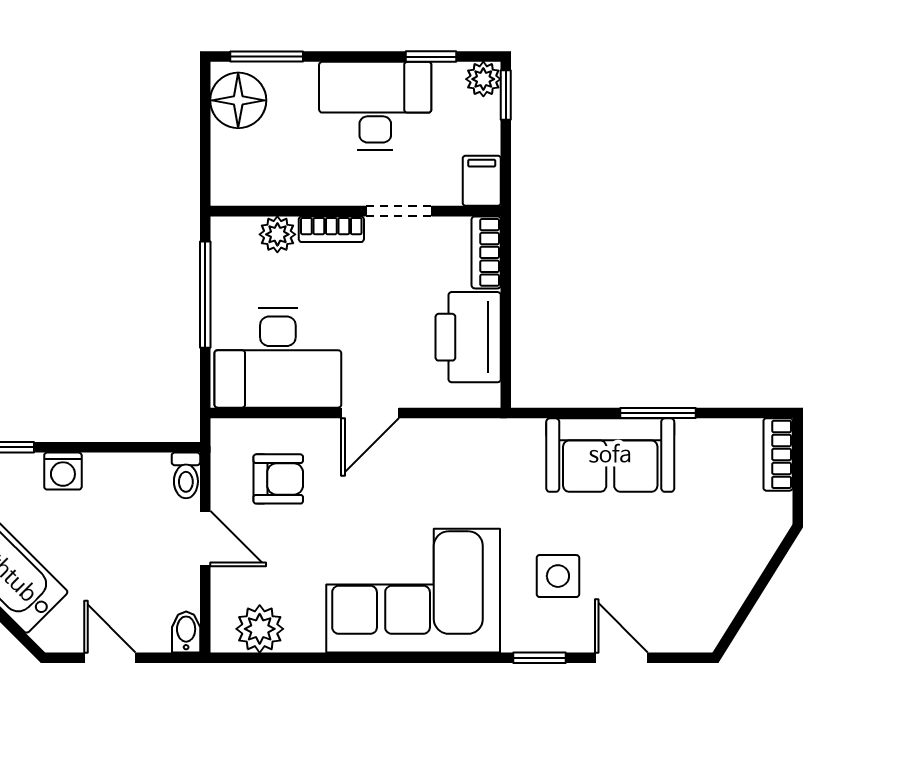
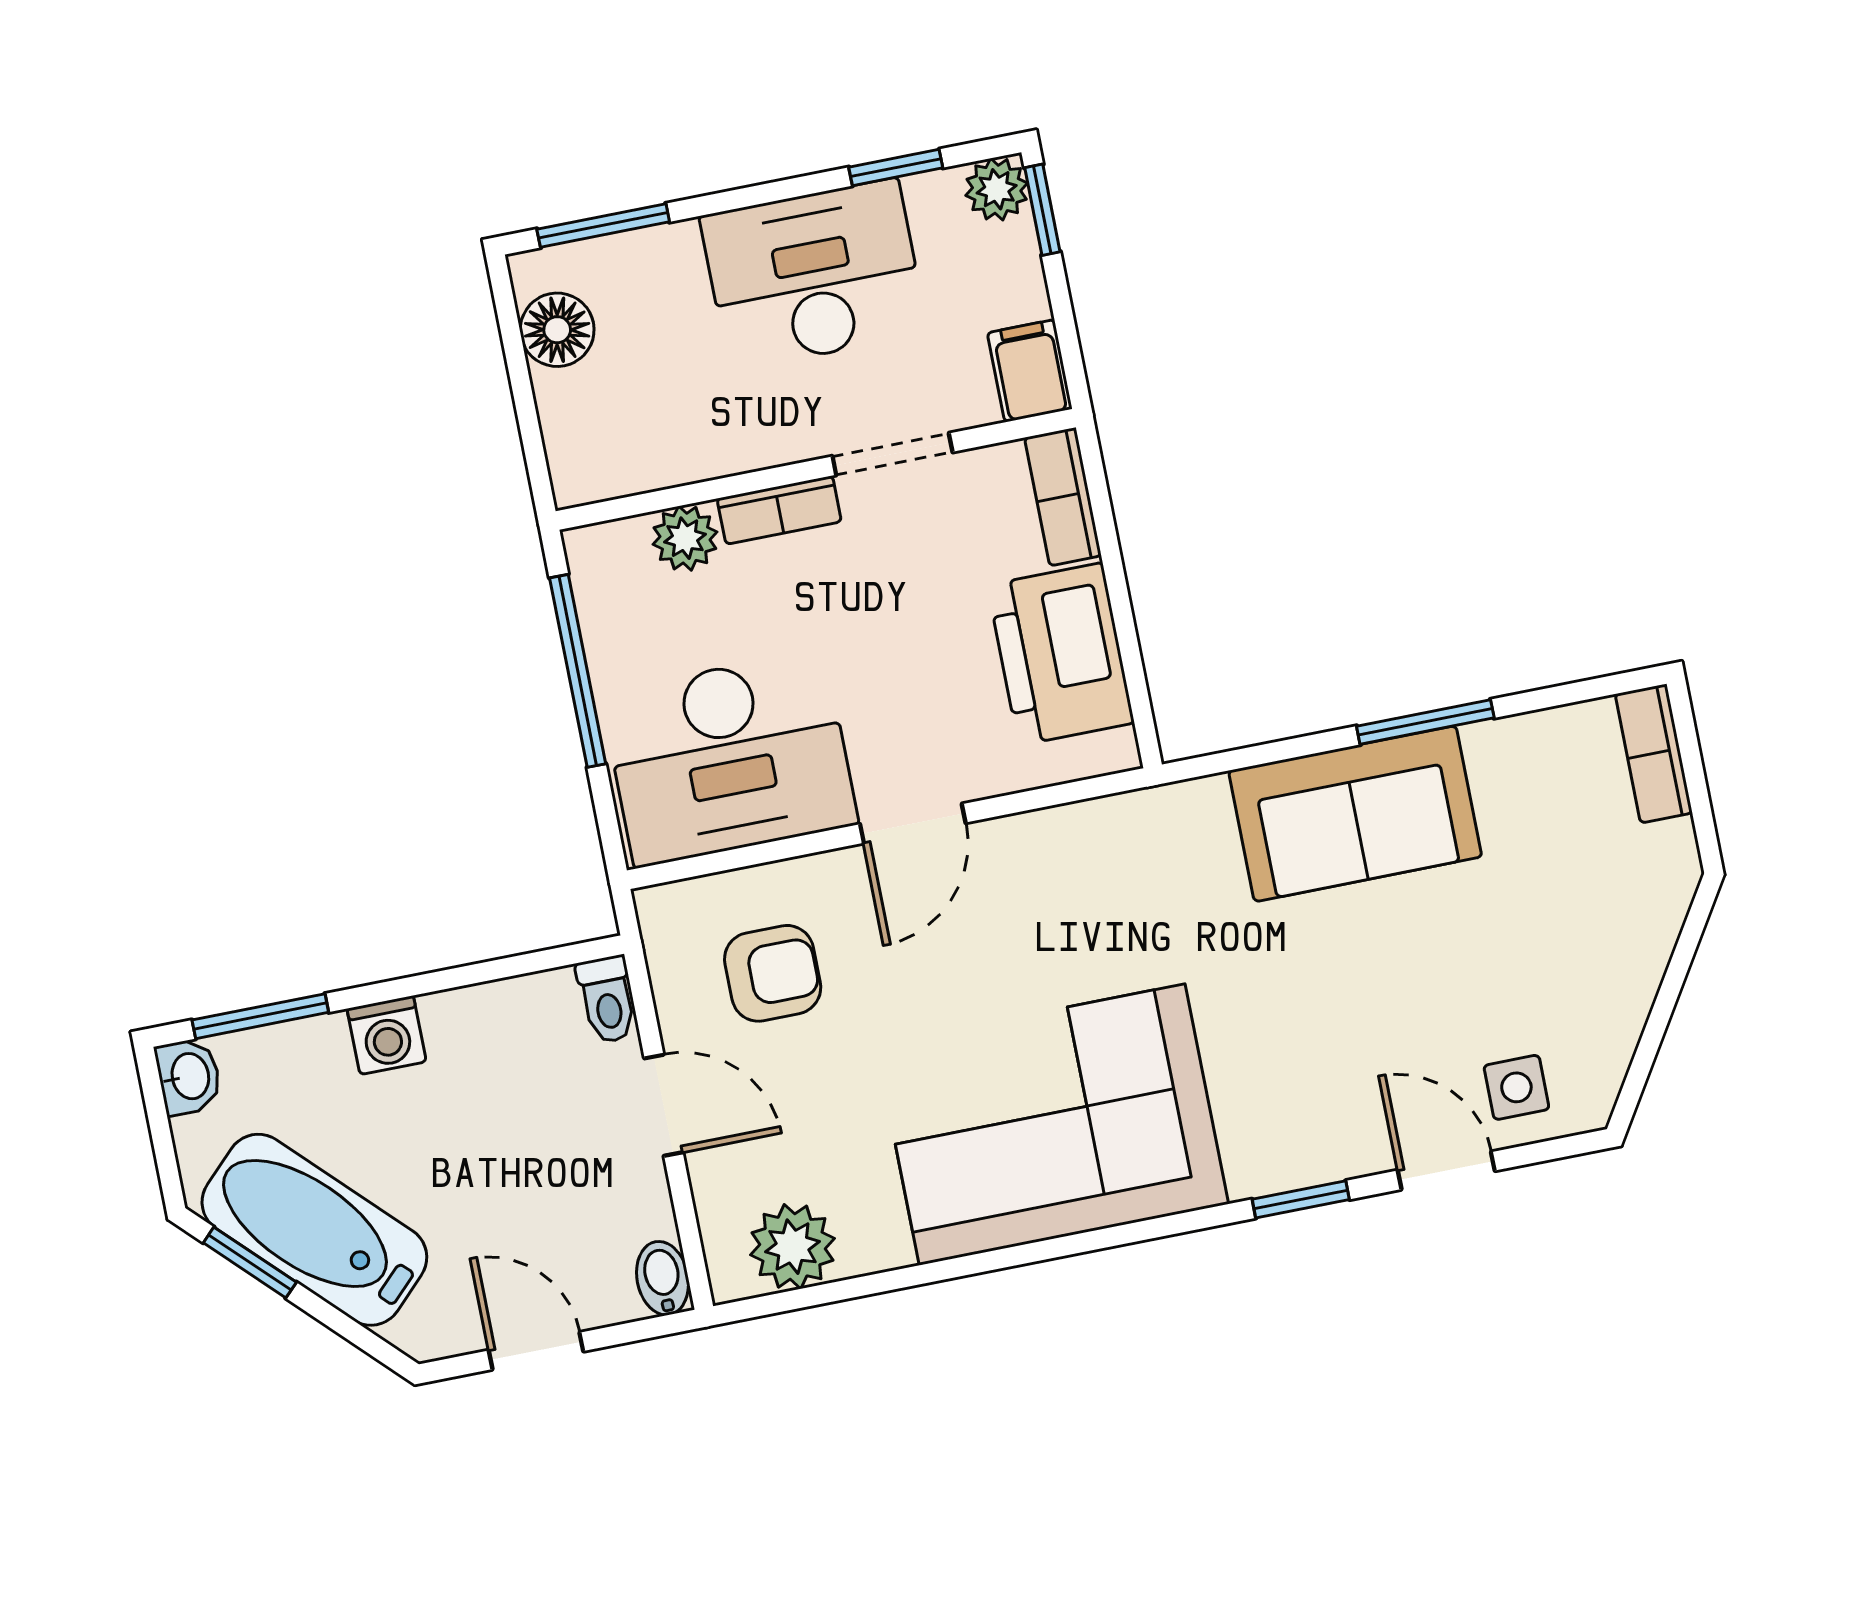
floor lamp: (238, 100) -> (557, 330), width x0.73, depth x0.73
side table: (558, 576) -> (1516, 1087), moved, width x0.73, depth x0.73

